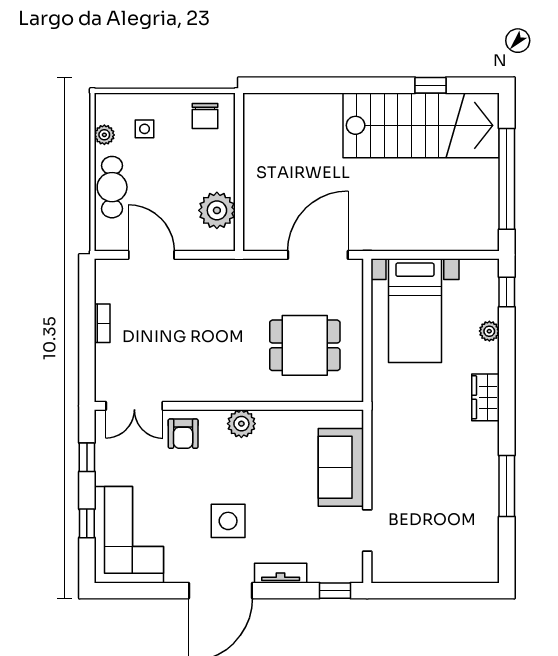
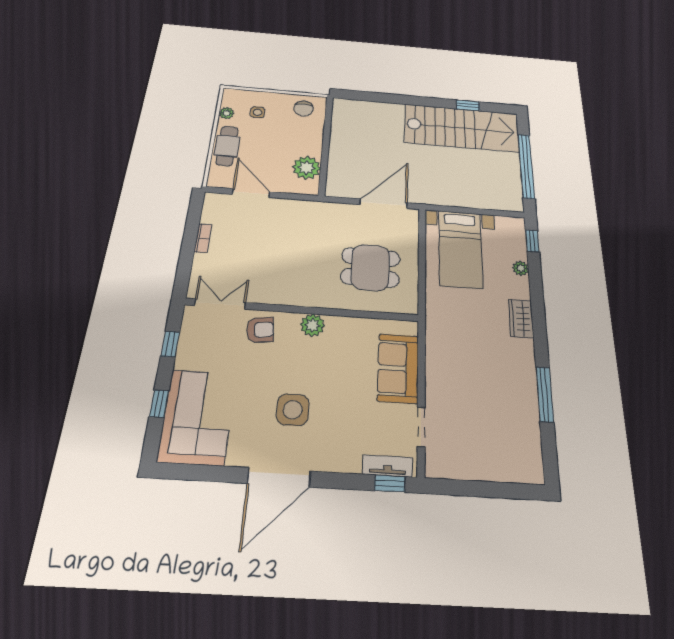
double door: (134, 406) -> (220, 304), swing flipped
armchair: (183, 434) -> (260, 330), turned -97
tv unit: (281, 573) -> (388, 466), moved

